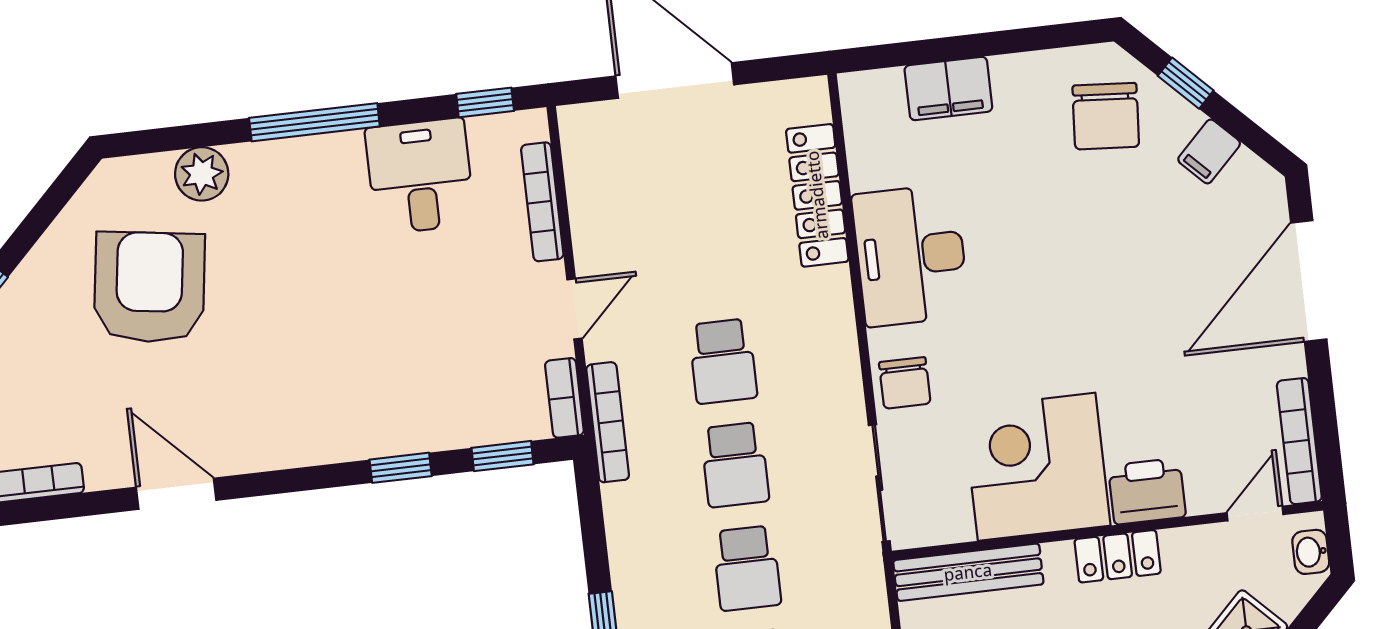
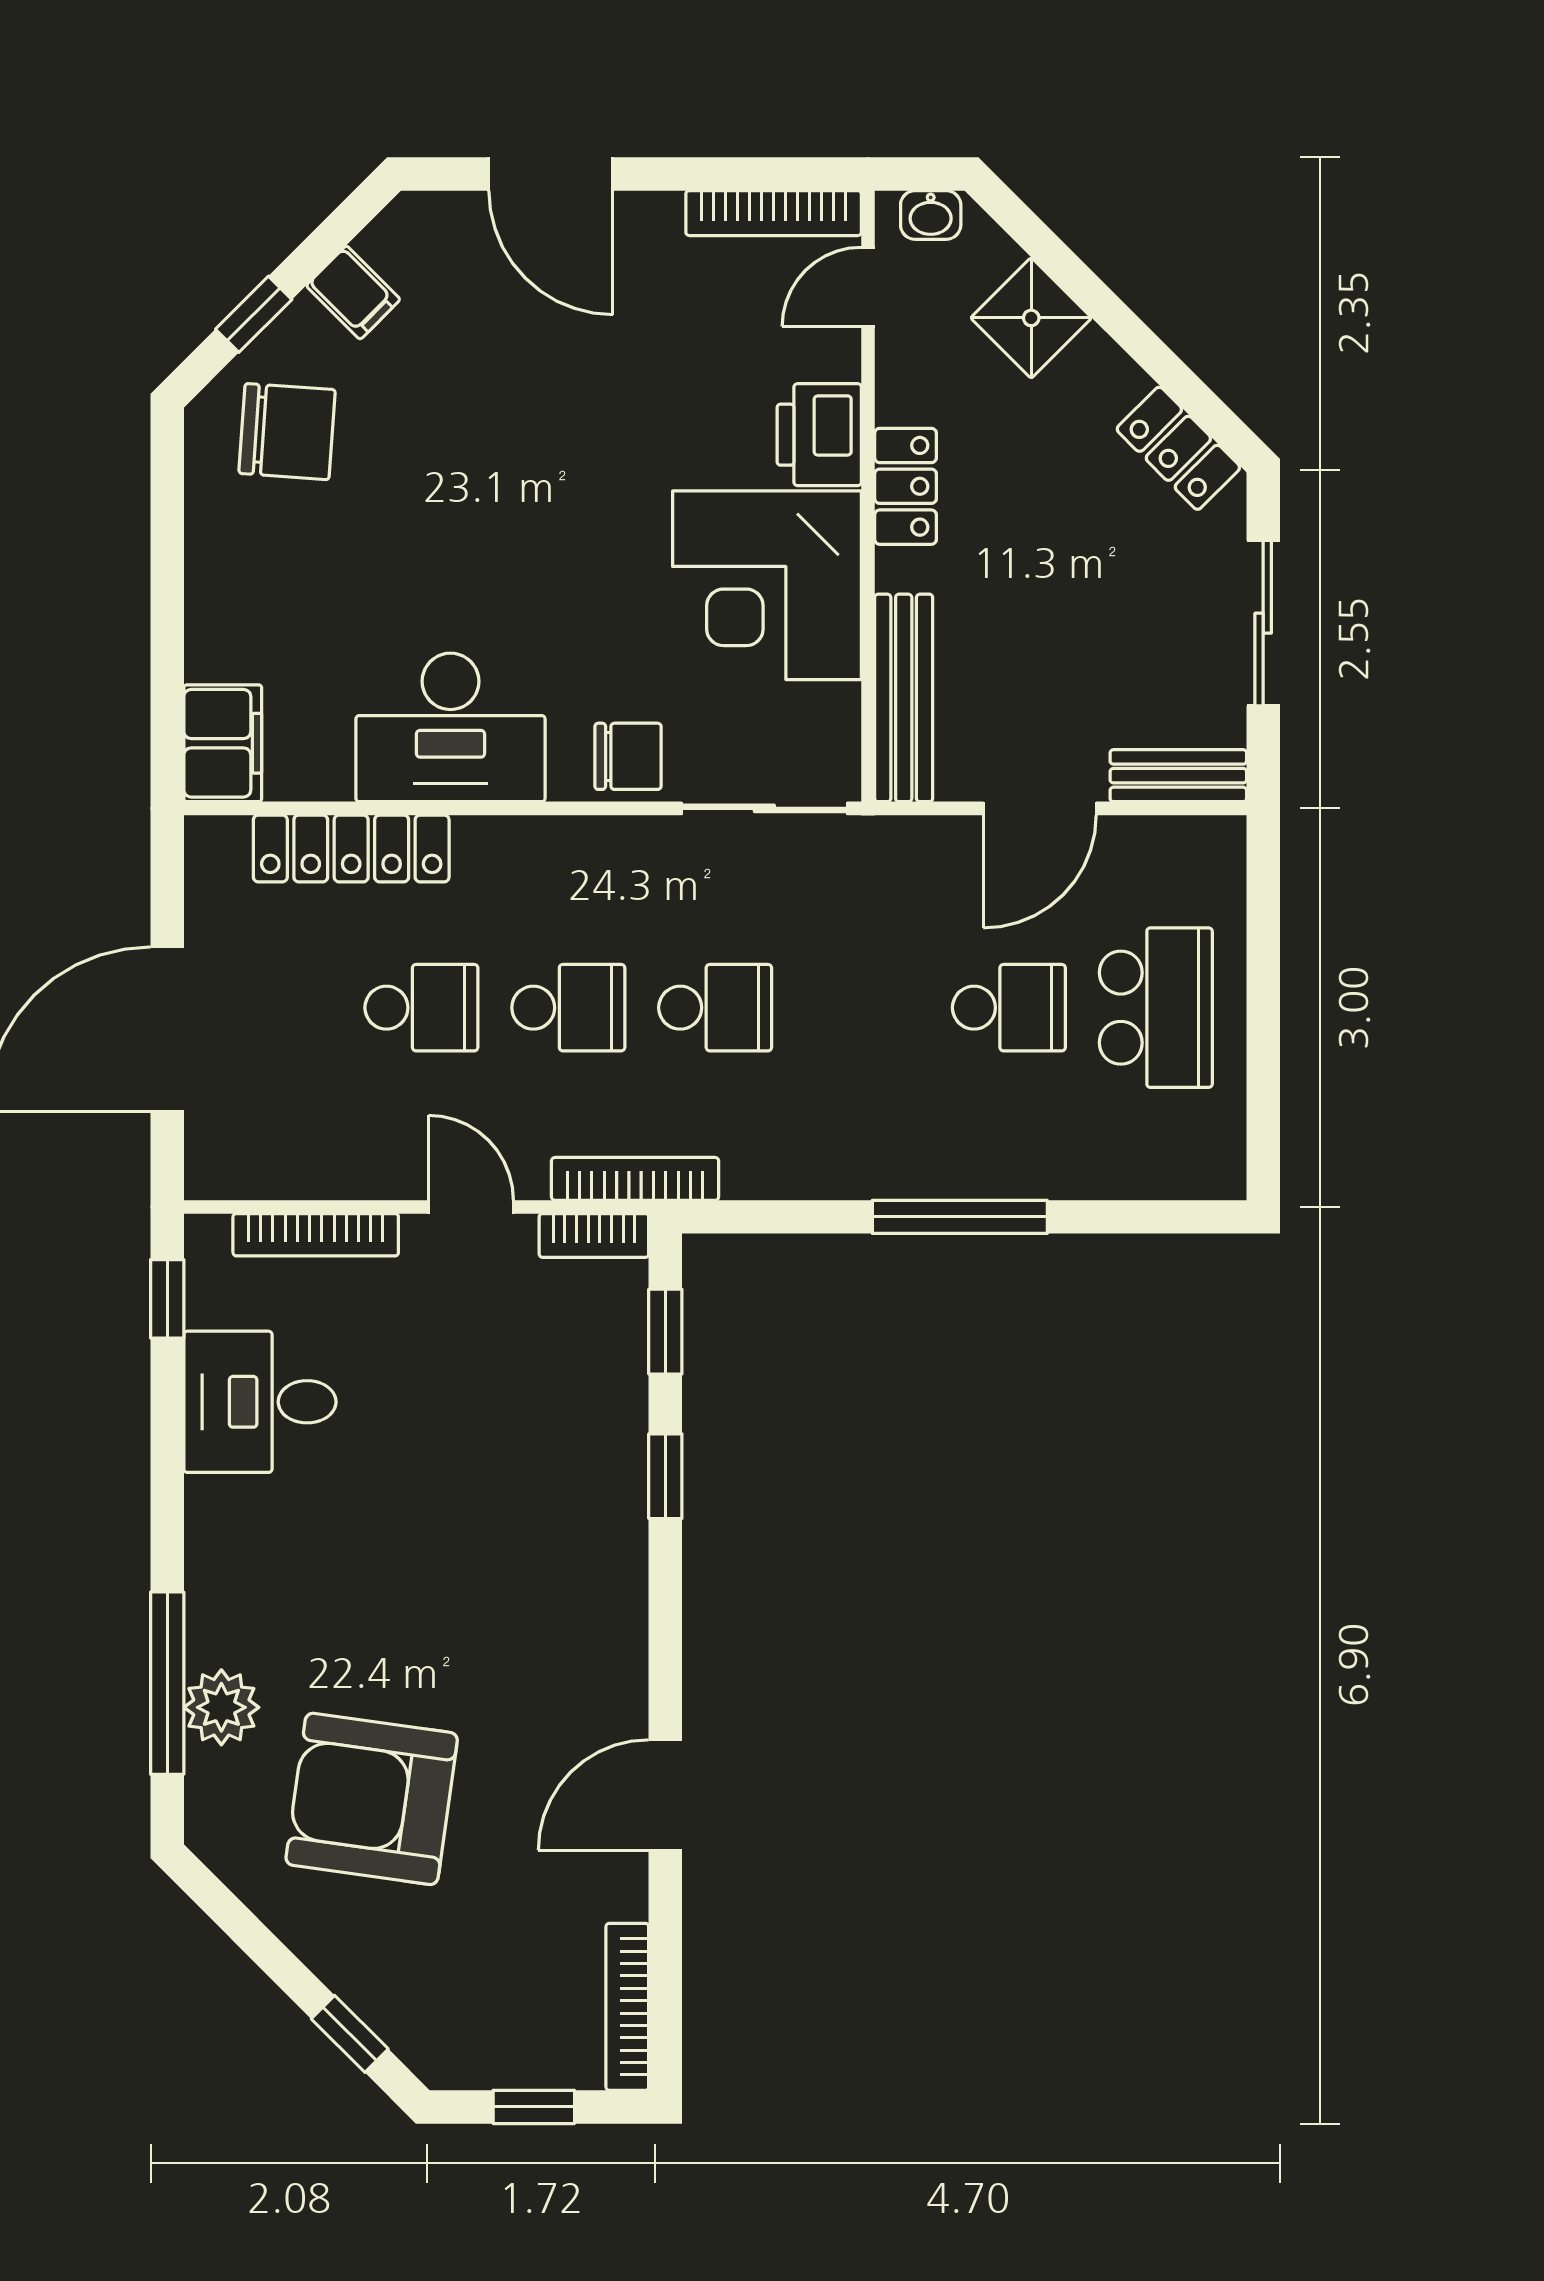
filing cabinet: (948, 88) -> (223, 743), moved
window: (314, 122) -> (167, 1683), moved
door: (1309, 281) -> (551, 174), width x0.73
door: (1255, 514) -> (868, 287), hinge flipped
school desk: (747, 568) -> (421, 1008), moved

